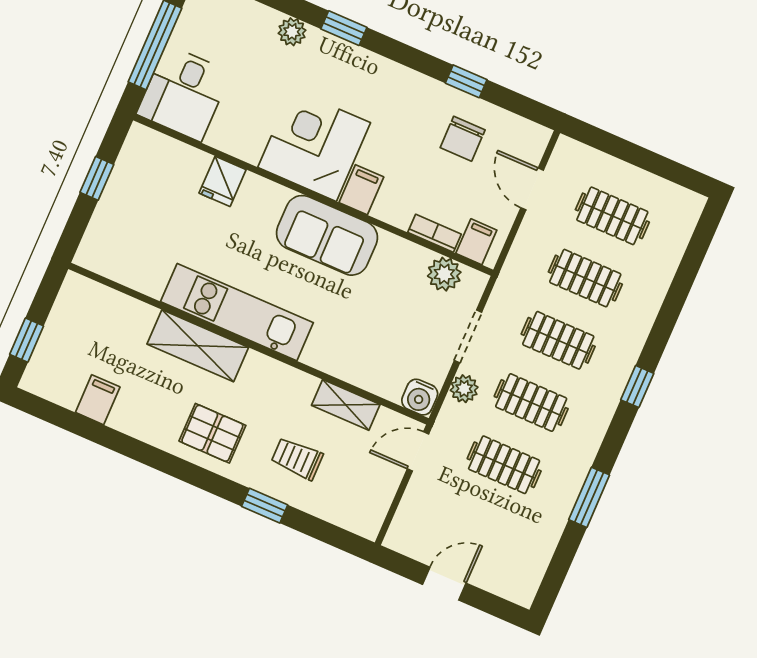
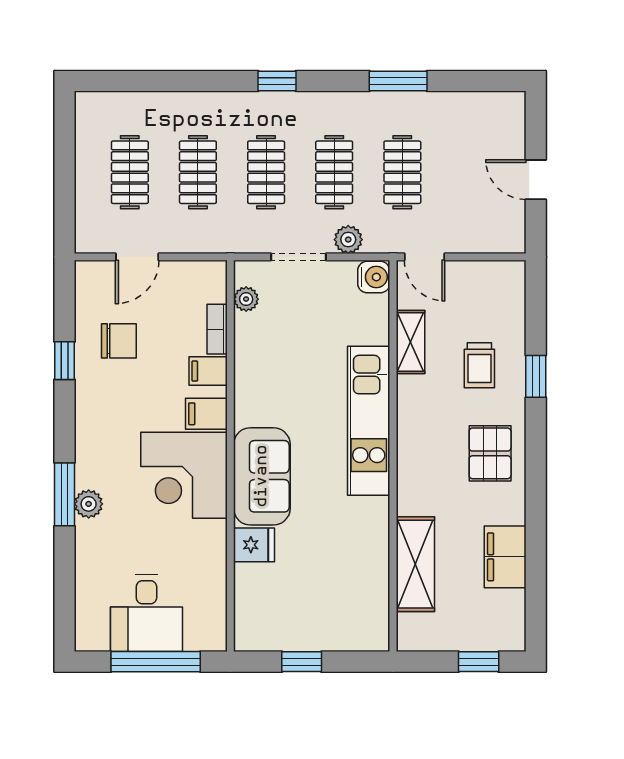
window: (344, 28) -> (65, 494), width x1.50
plant: (292, 32) -> (89, 504), moved
desk: (184, 93) -> (146, 613), moved, turned 90
sofa: (327, 235) -> (262, 476), moved
filing cabinet: (476, 242) -> (208, 371), moved
plant: (444, 274) -> (246, 299), width x0.73, depth x0.73
kitchen unit: (237, 312) -> (369, 421), moved
shelving: (198, 346) -> (415, 564), moved
filing cabinet: (98, 400) -> (505, 557), width x2.00

